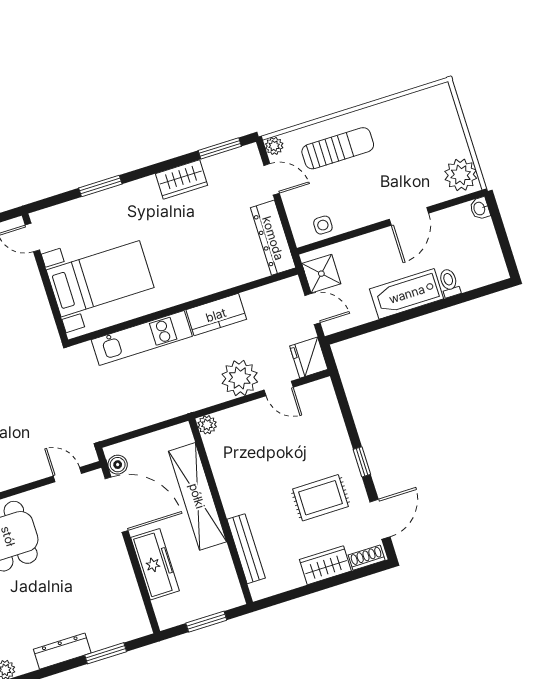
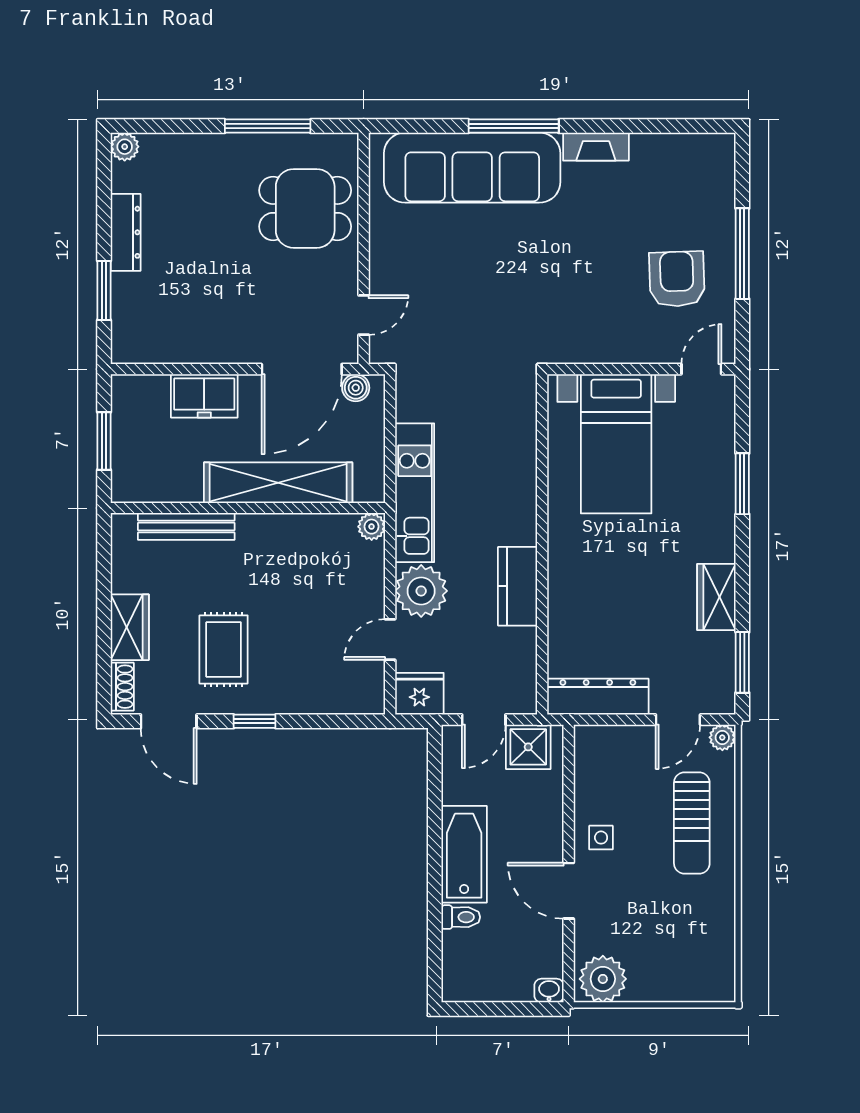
side table: (323, 225) -> (601, 838), moved
kitchen unit: (142, 338) -> (415, 493), moved, turned 180
freezer: (155, 564) -> (204, 396), width x0.71

